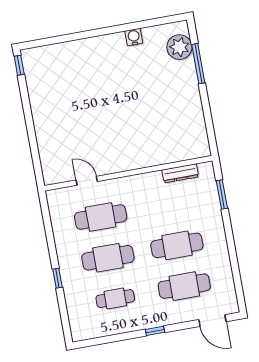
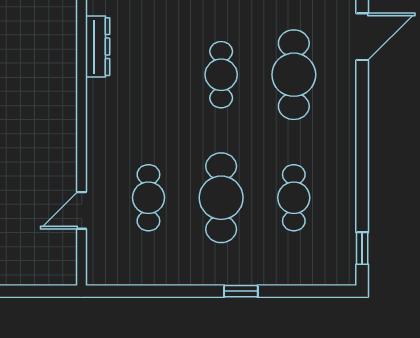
cafe table: (101, 217) -> (148, 198), width x0.73, depth x0.74
cafe table: (177, 245) -> (221, 75), width x0.73, depth x0.74
window: (155, 331) -> (362, 248), moved

